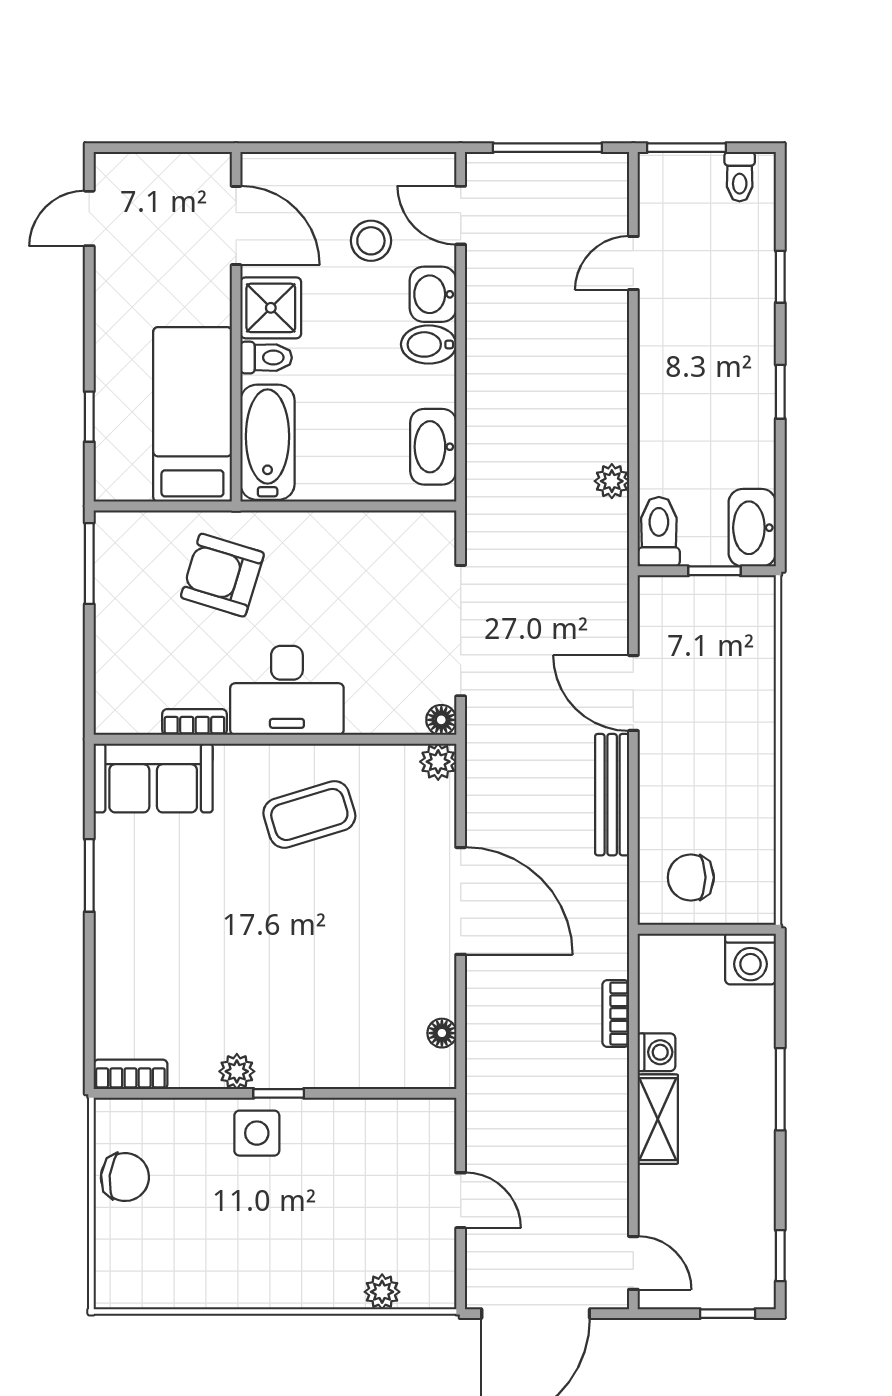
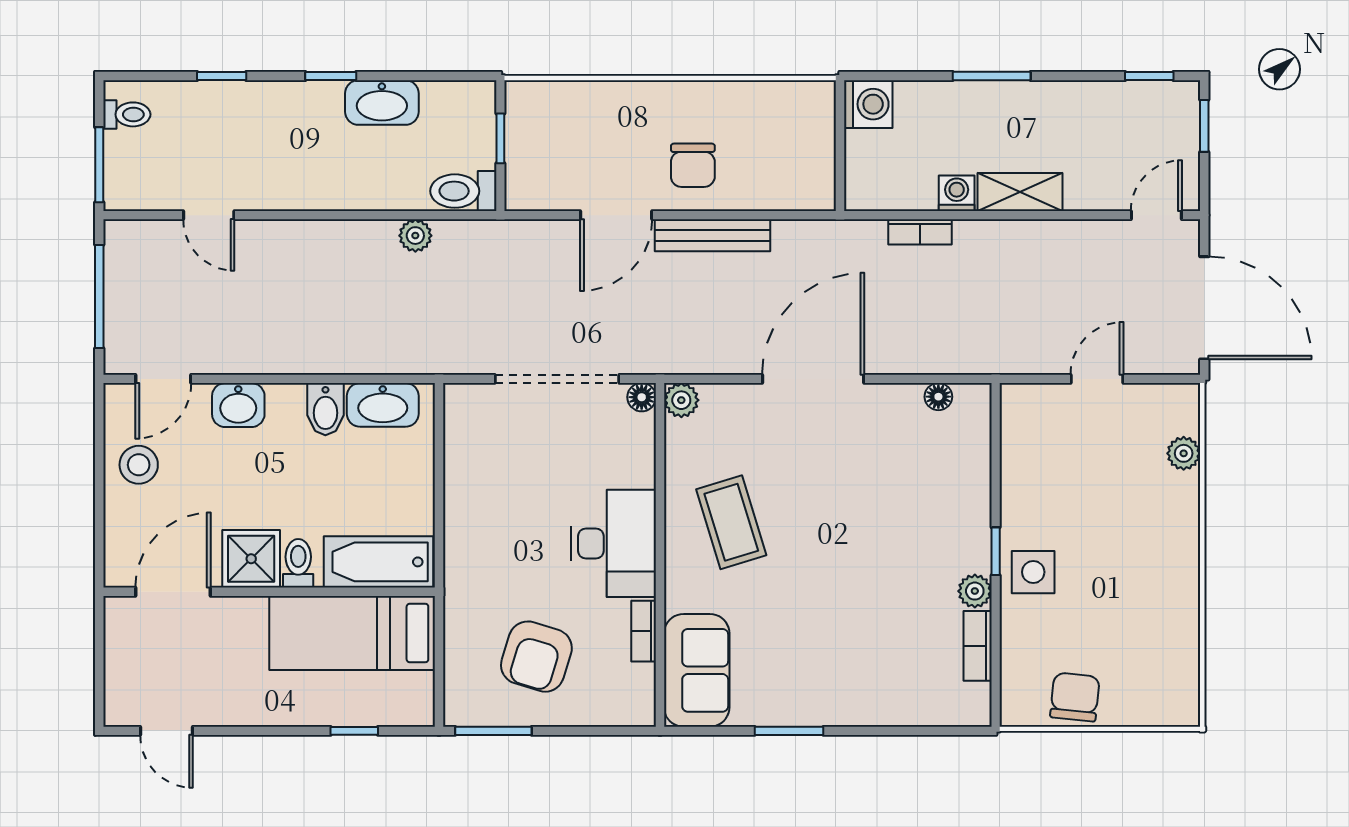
stool: (371, 241) -> (139, 465), moved
bidet: (429, 344) -> (325, 409), moved
washbasin: (752, 528) -> (382, 103), moved
armchair: (222, 575) -> (536, 657), moved
chair: (691, 877) -> (693, 165), moved
bookcase: (130, 1074) -> (978, 646), moved

